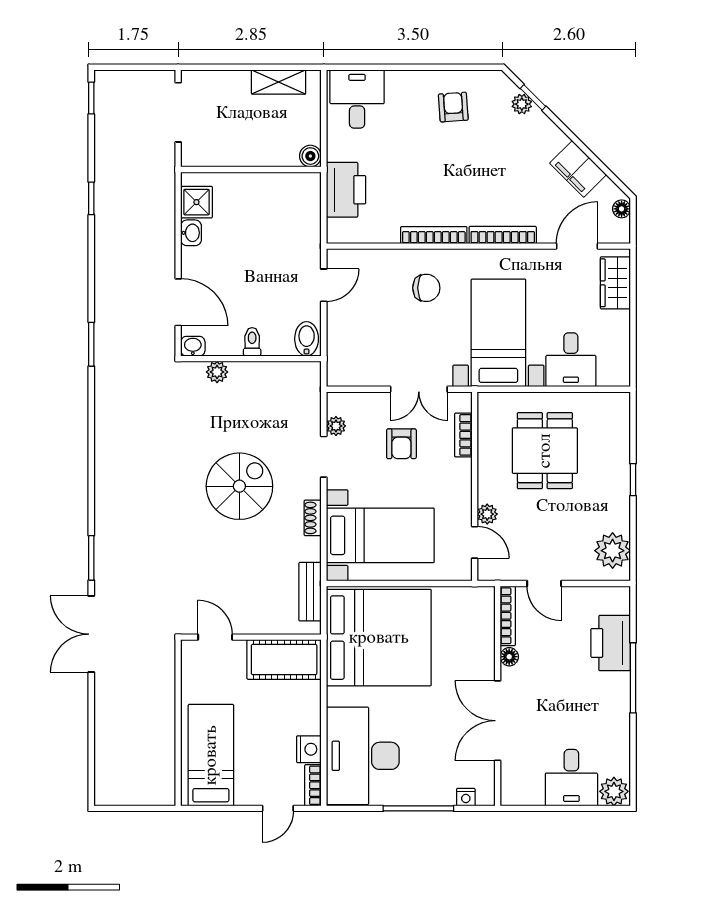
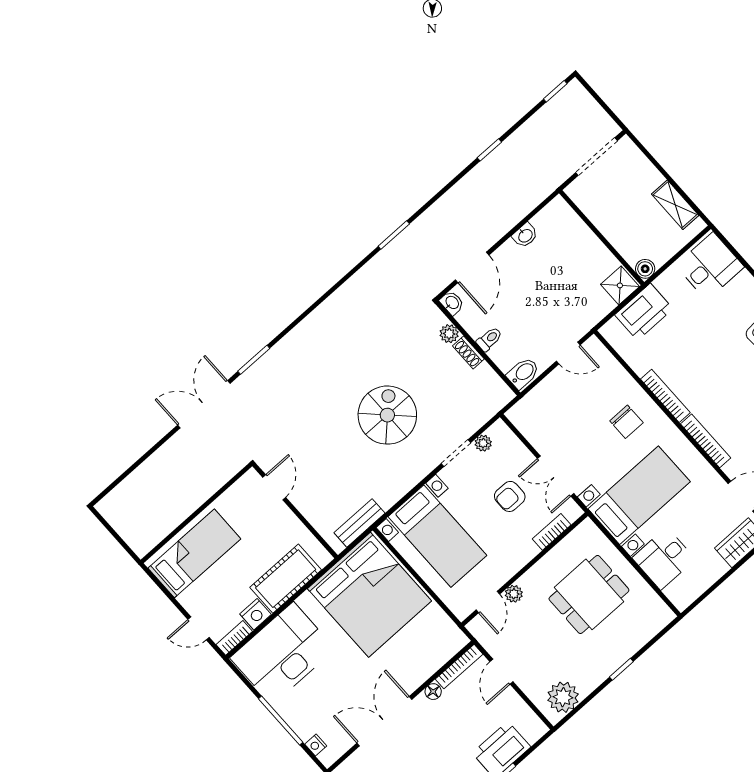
shower: (196, 202) -> (620, 285), moved
spiral stairs: (239, 486) -> (387, 415), turned -90
shoe rack: (313, 518) -> (468, 352), moved, turned -90
cot: (284, 659) -> (286, 579), moved, turned 90

